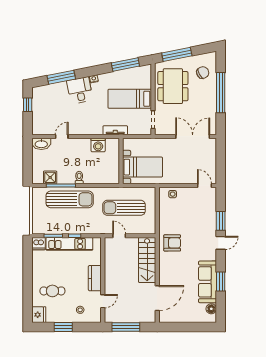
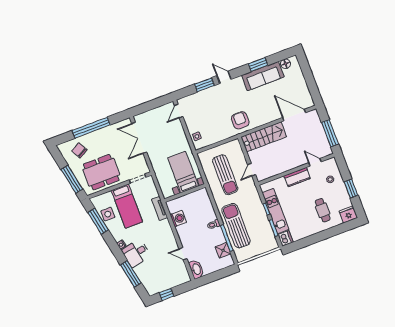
side table: (129, 77) -> (108, 214), added

